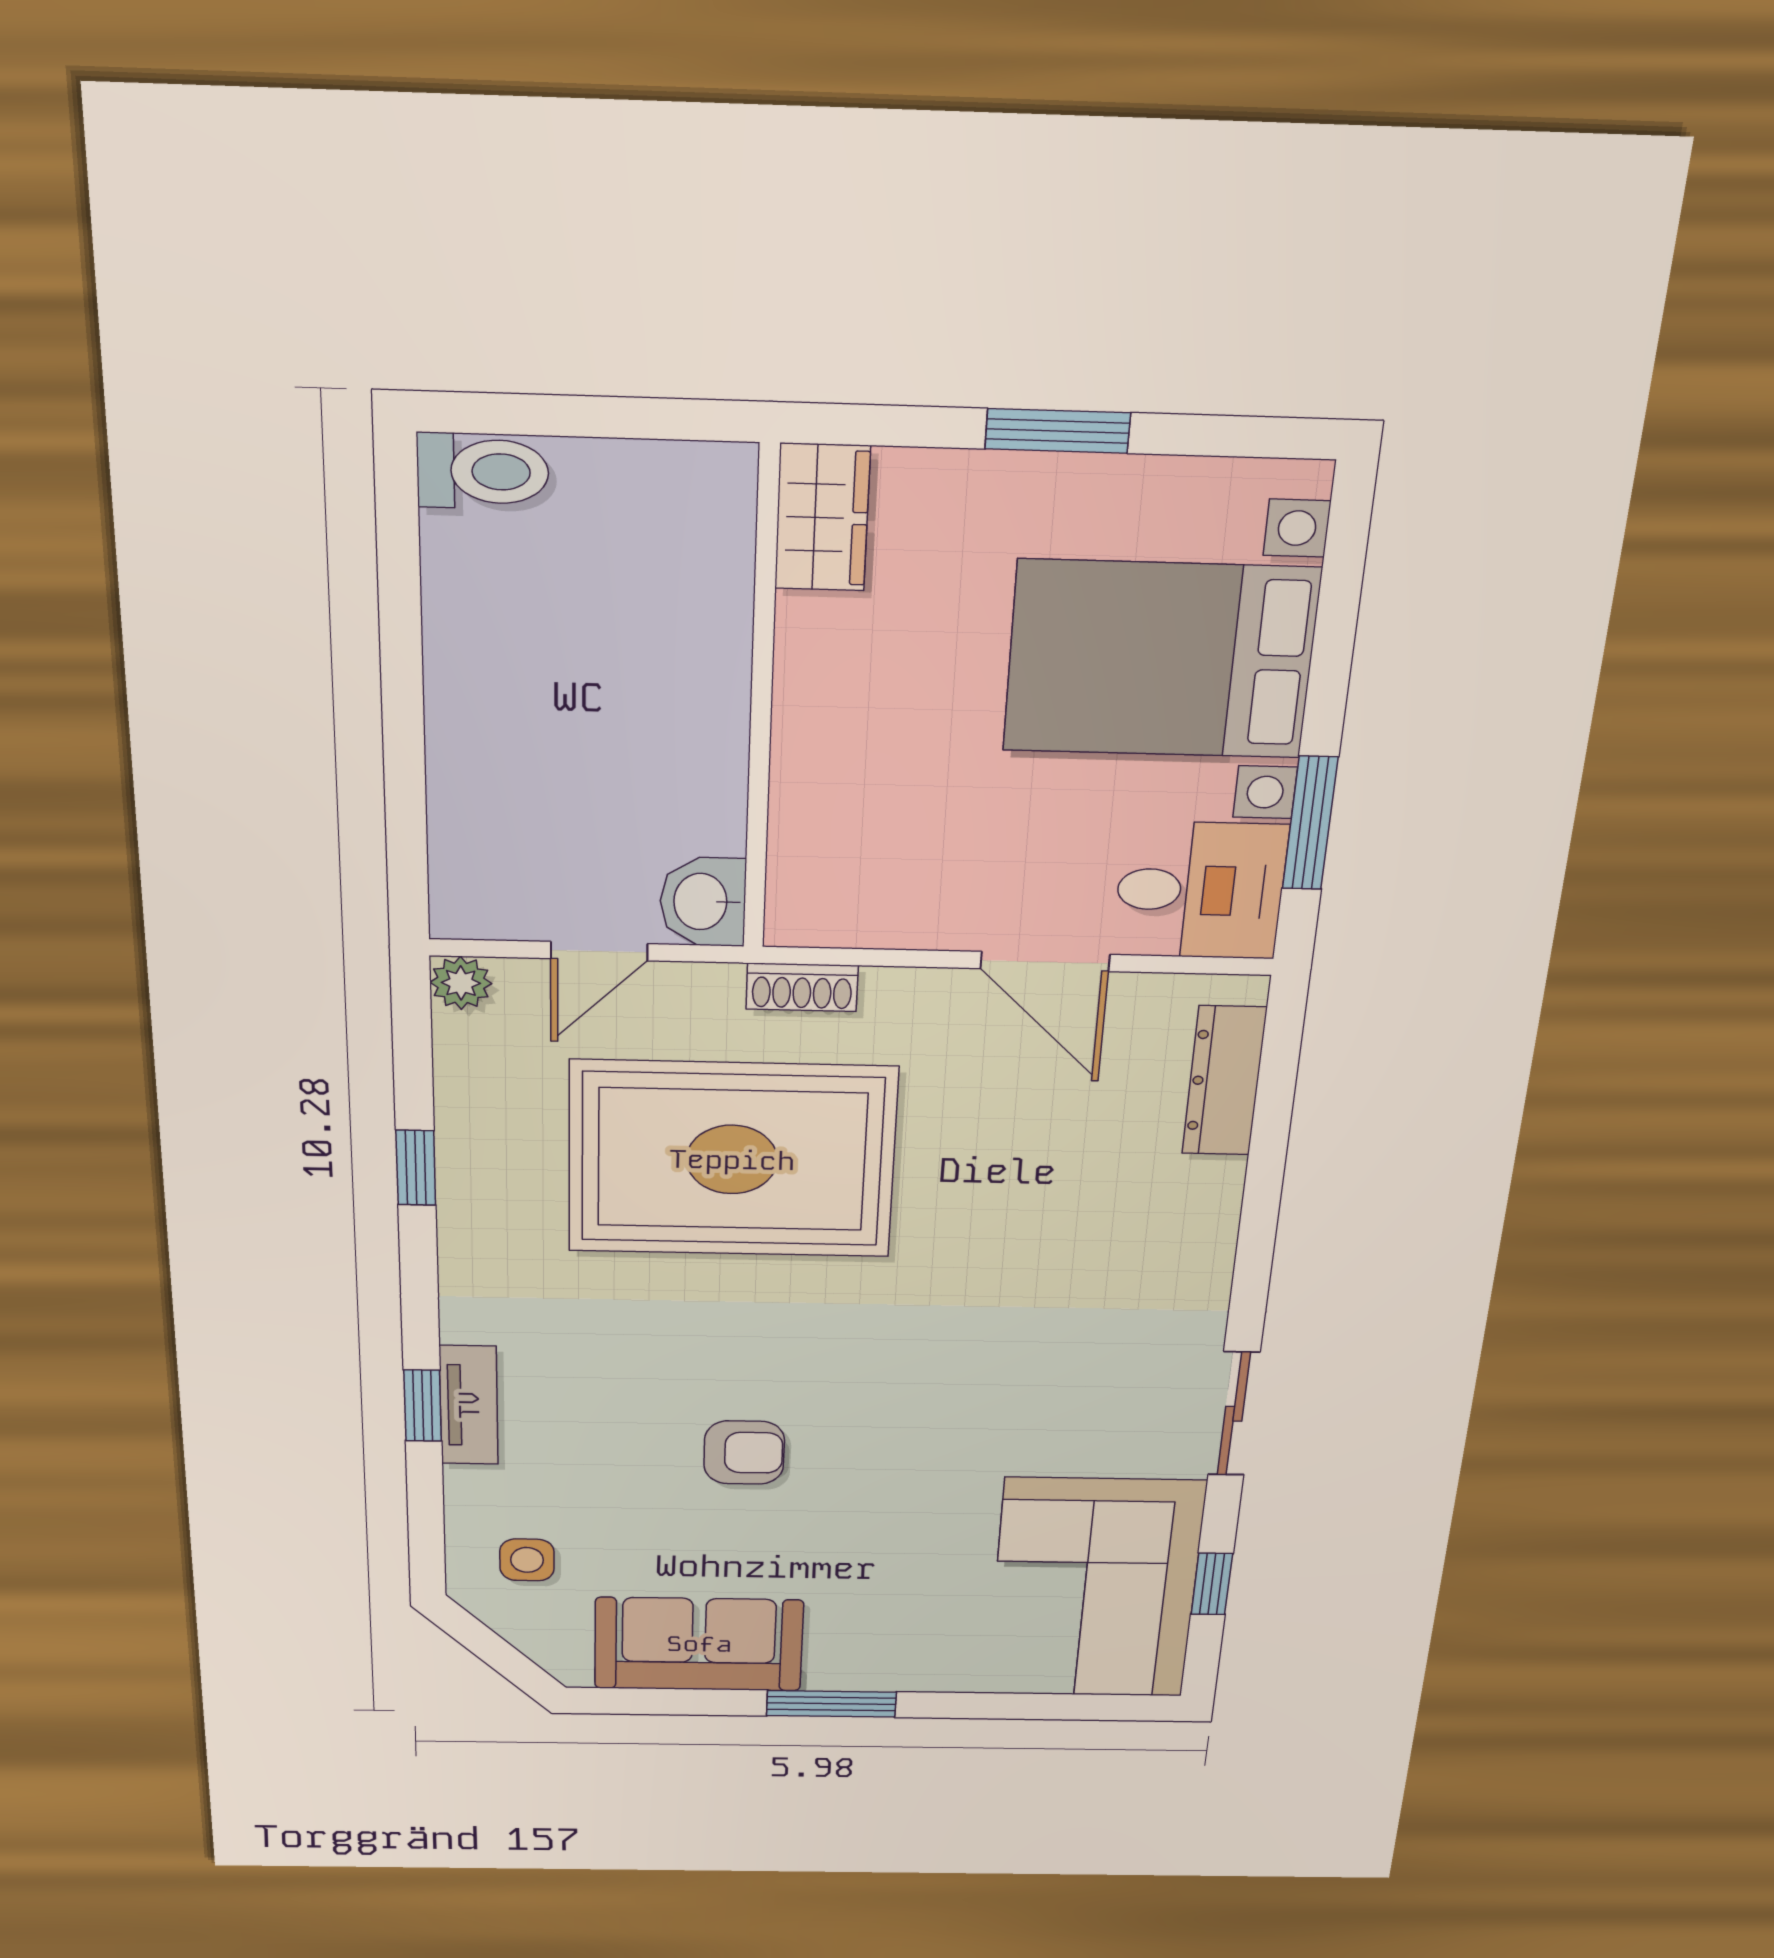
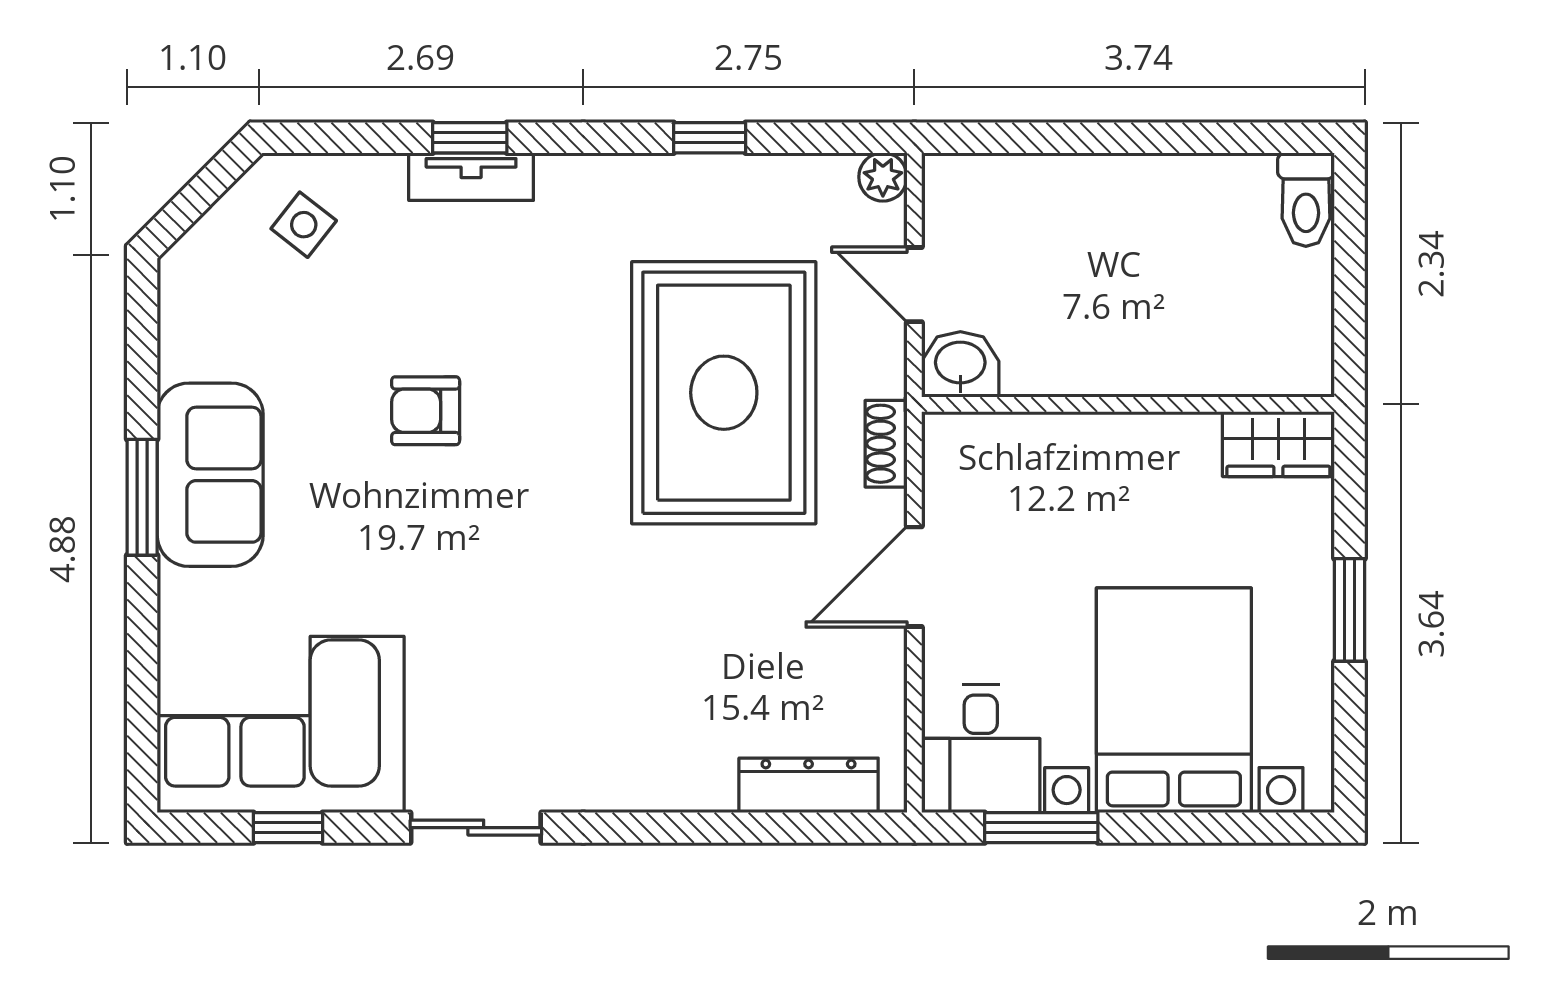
door: (1045, 962) -> (914, 577), moved
armchair: (744, 1452) -> (426, 411), turned 90
side table: (527, 1560) -> (304, 225), turned 38
sofa: (699, 1644) -> (210, 475), moved

